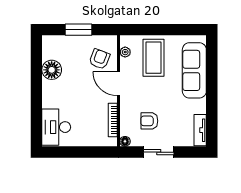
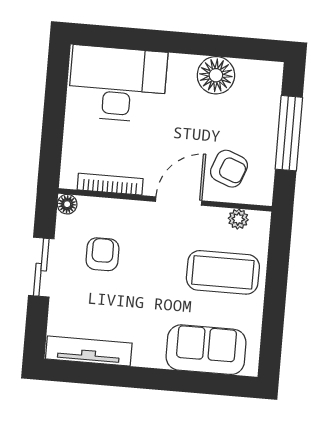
window: (79, 30) -> (289, 133), width x1.44
sofa: (194, 70) -> (206, 350), width x0.73
desk: (56, 127) -> (118, 84), width x1.36, depth x1.30
tv unit: (200, 130) -> (89, 351), width x1.41

